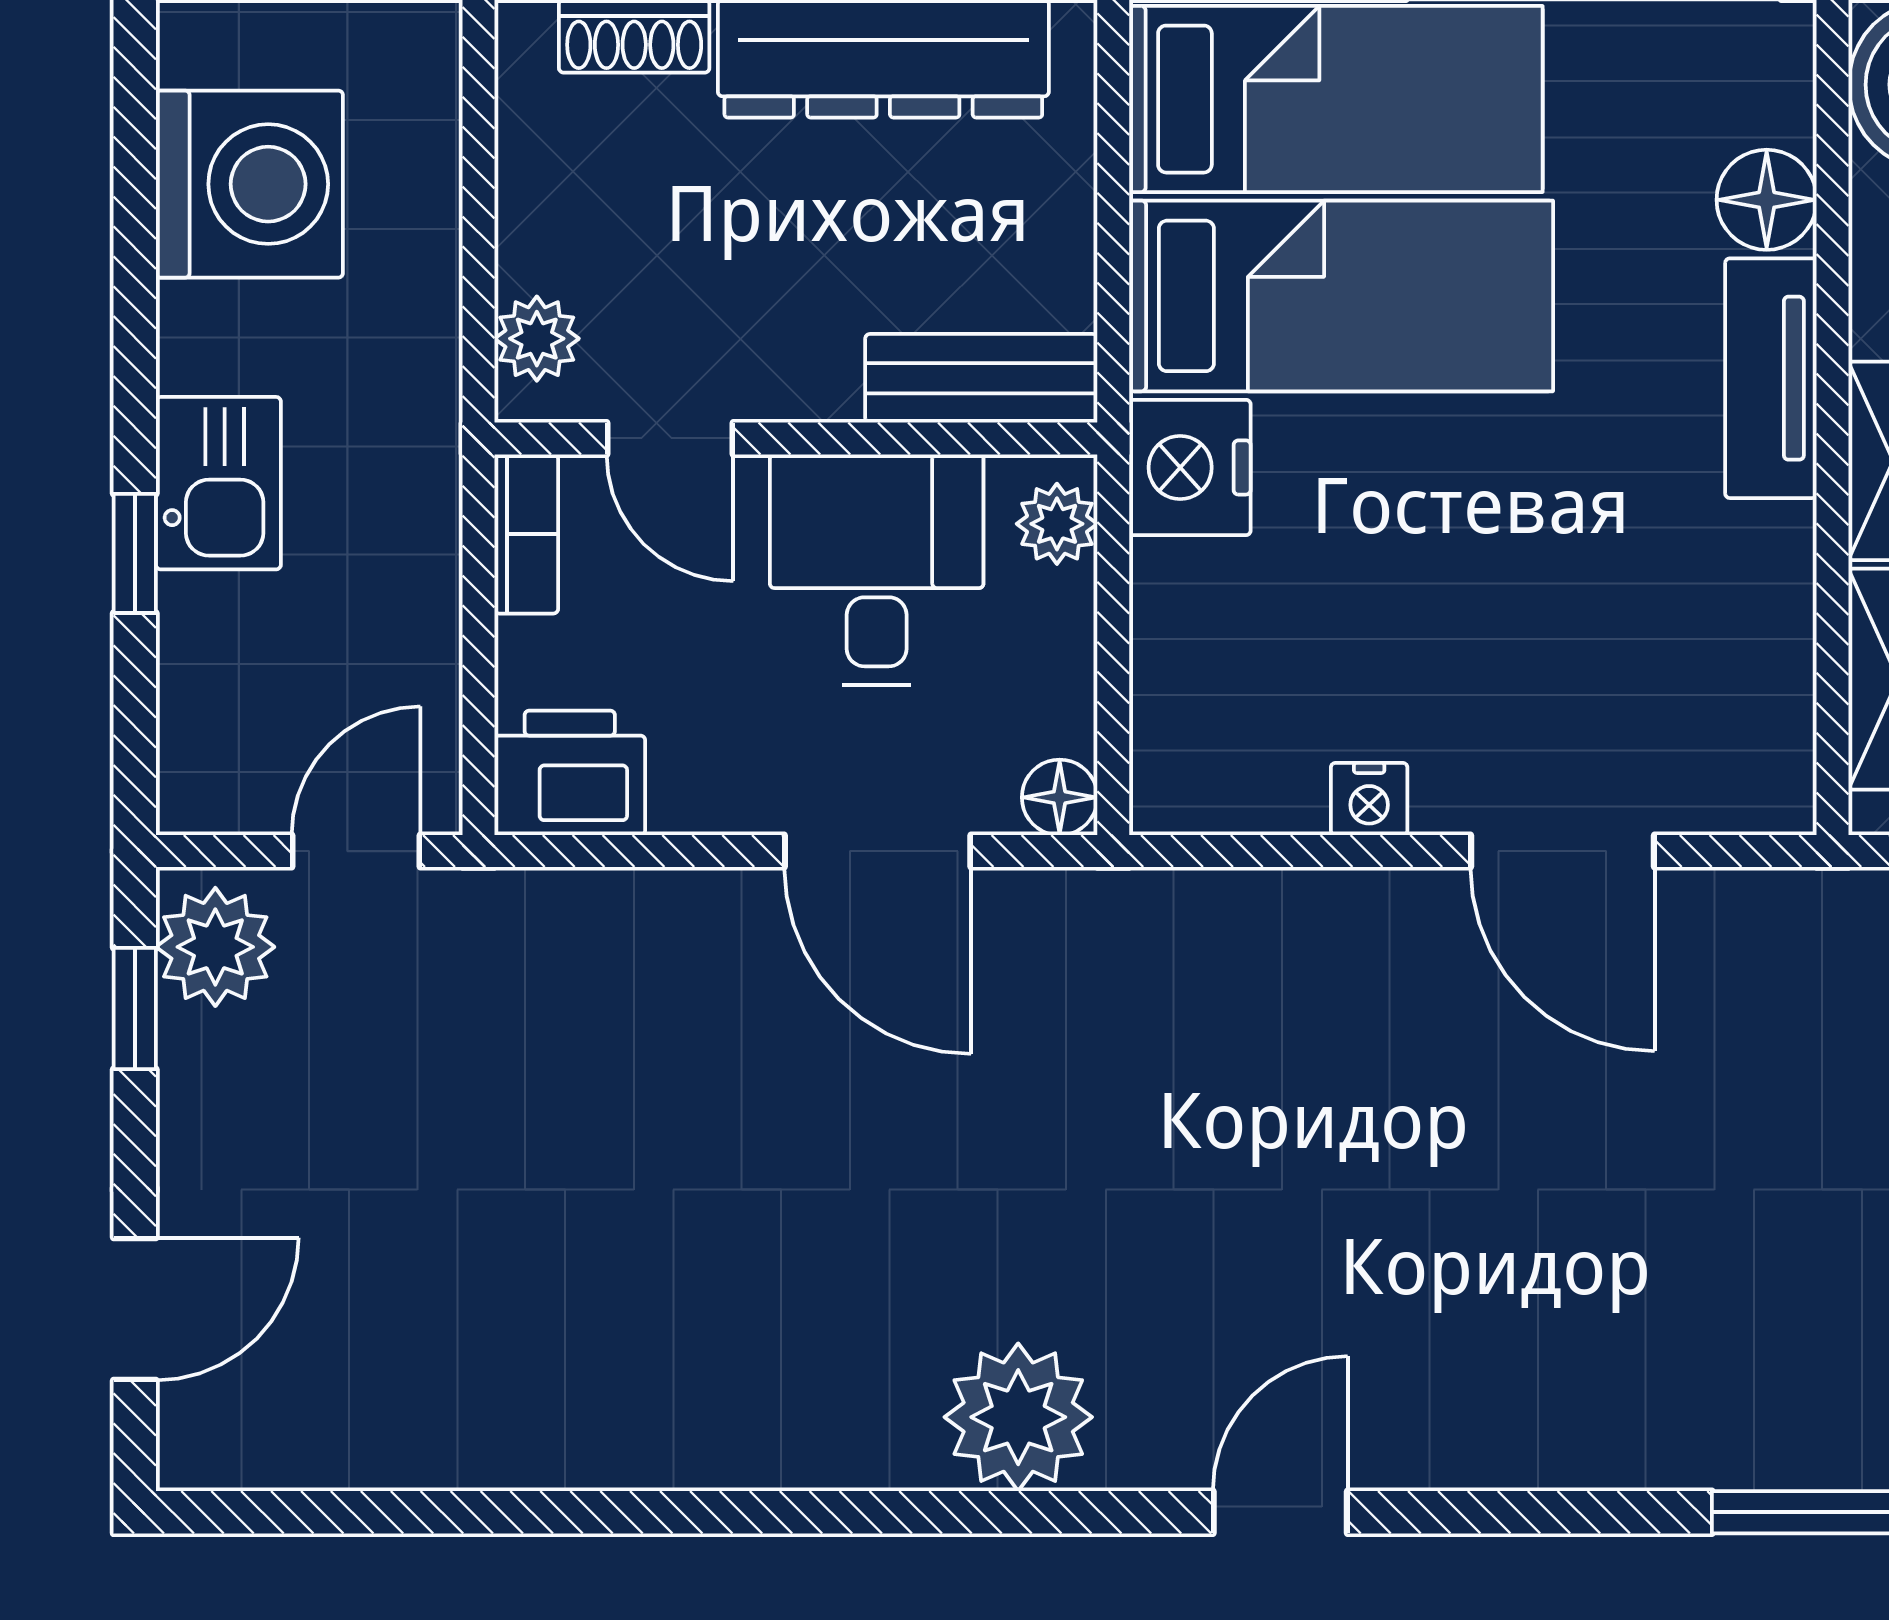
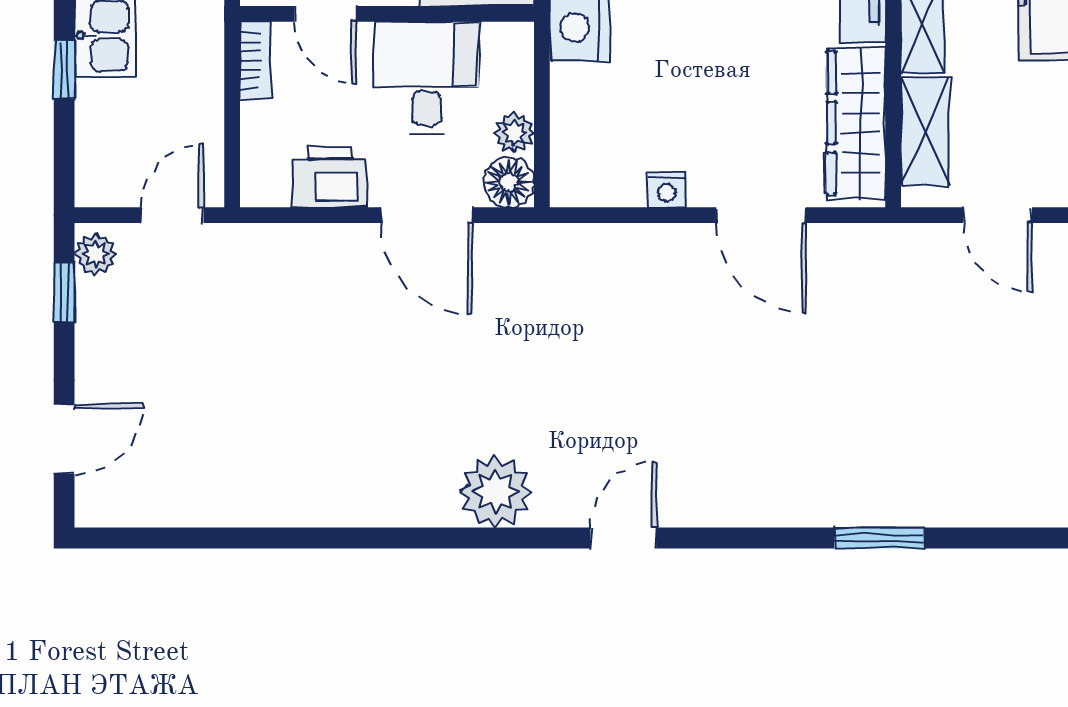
plant: (1057, 524) -> (514, 133), moved
wardrobe: (1757, 662) -> (856, 123), added
printer: (570, 773) -> (330, 177), moved
floor lamp: (1060, 797) -> (509, 182), width x1.37, depth x1.37
plant: (215, 947) -> (96, 254), width x0.73, depth x0.73

